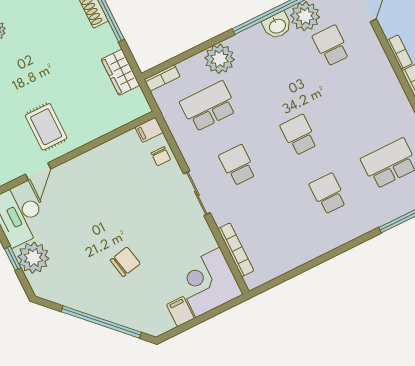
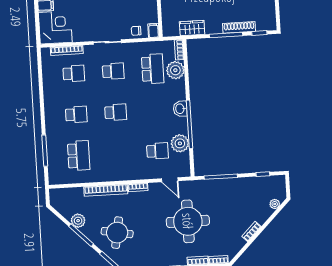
washbasin: (277, 26) -> (180, 109), moved
plant: (220, 59) -> (175, 70), moved
school desk: (267, 224) -> (74, 74), added

